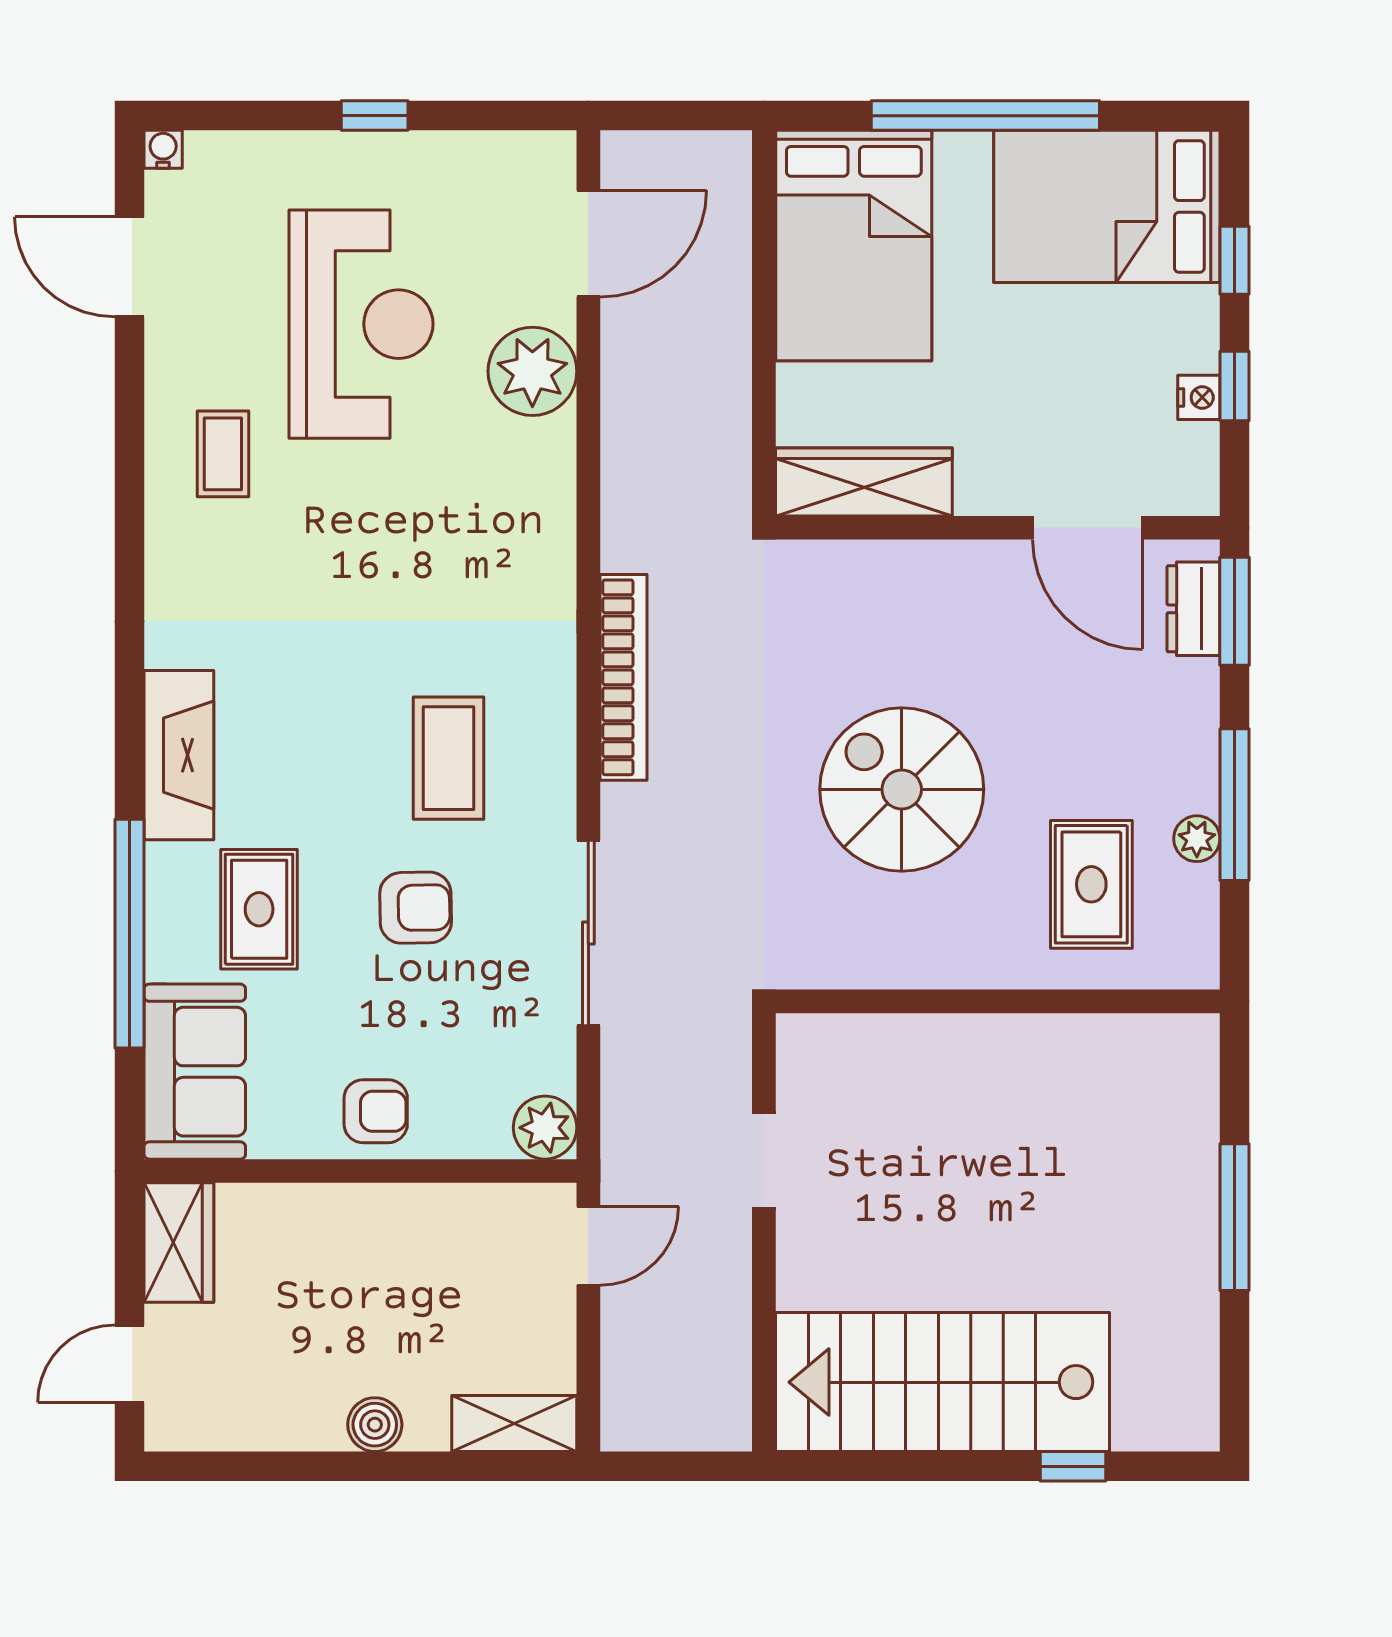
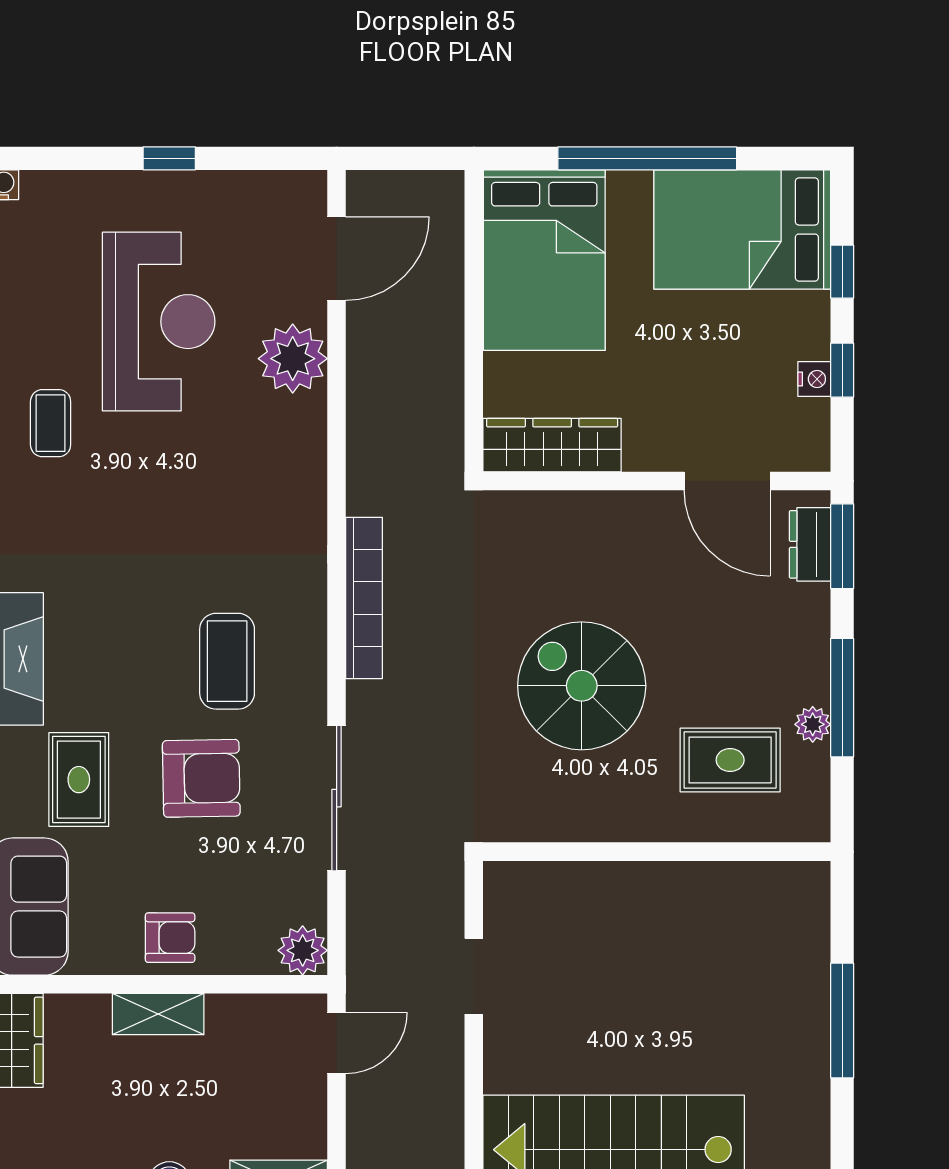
rug: (1091, 884) -> (730, 760), turned 90
armchair: (416, 908) -> (201, 778), width x1.38, depth x1.38
shelving: (360, 1209) -> (158, 1014), added

